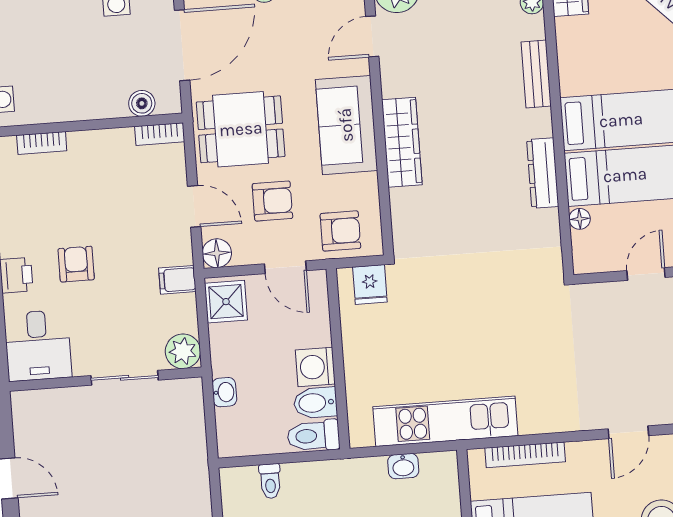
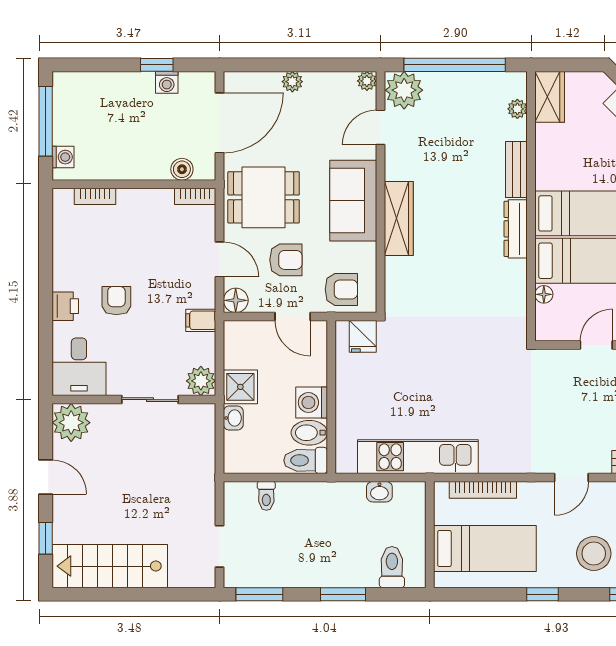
dresser: (543, 173) -> (516, 229), moved
shower: (226, 302) -> (240, 387), moved
plant: (34, 412) -> (71, 423), added

